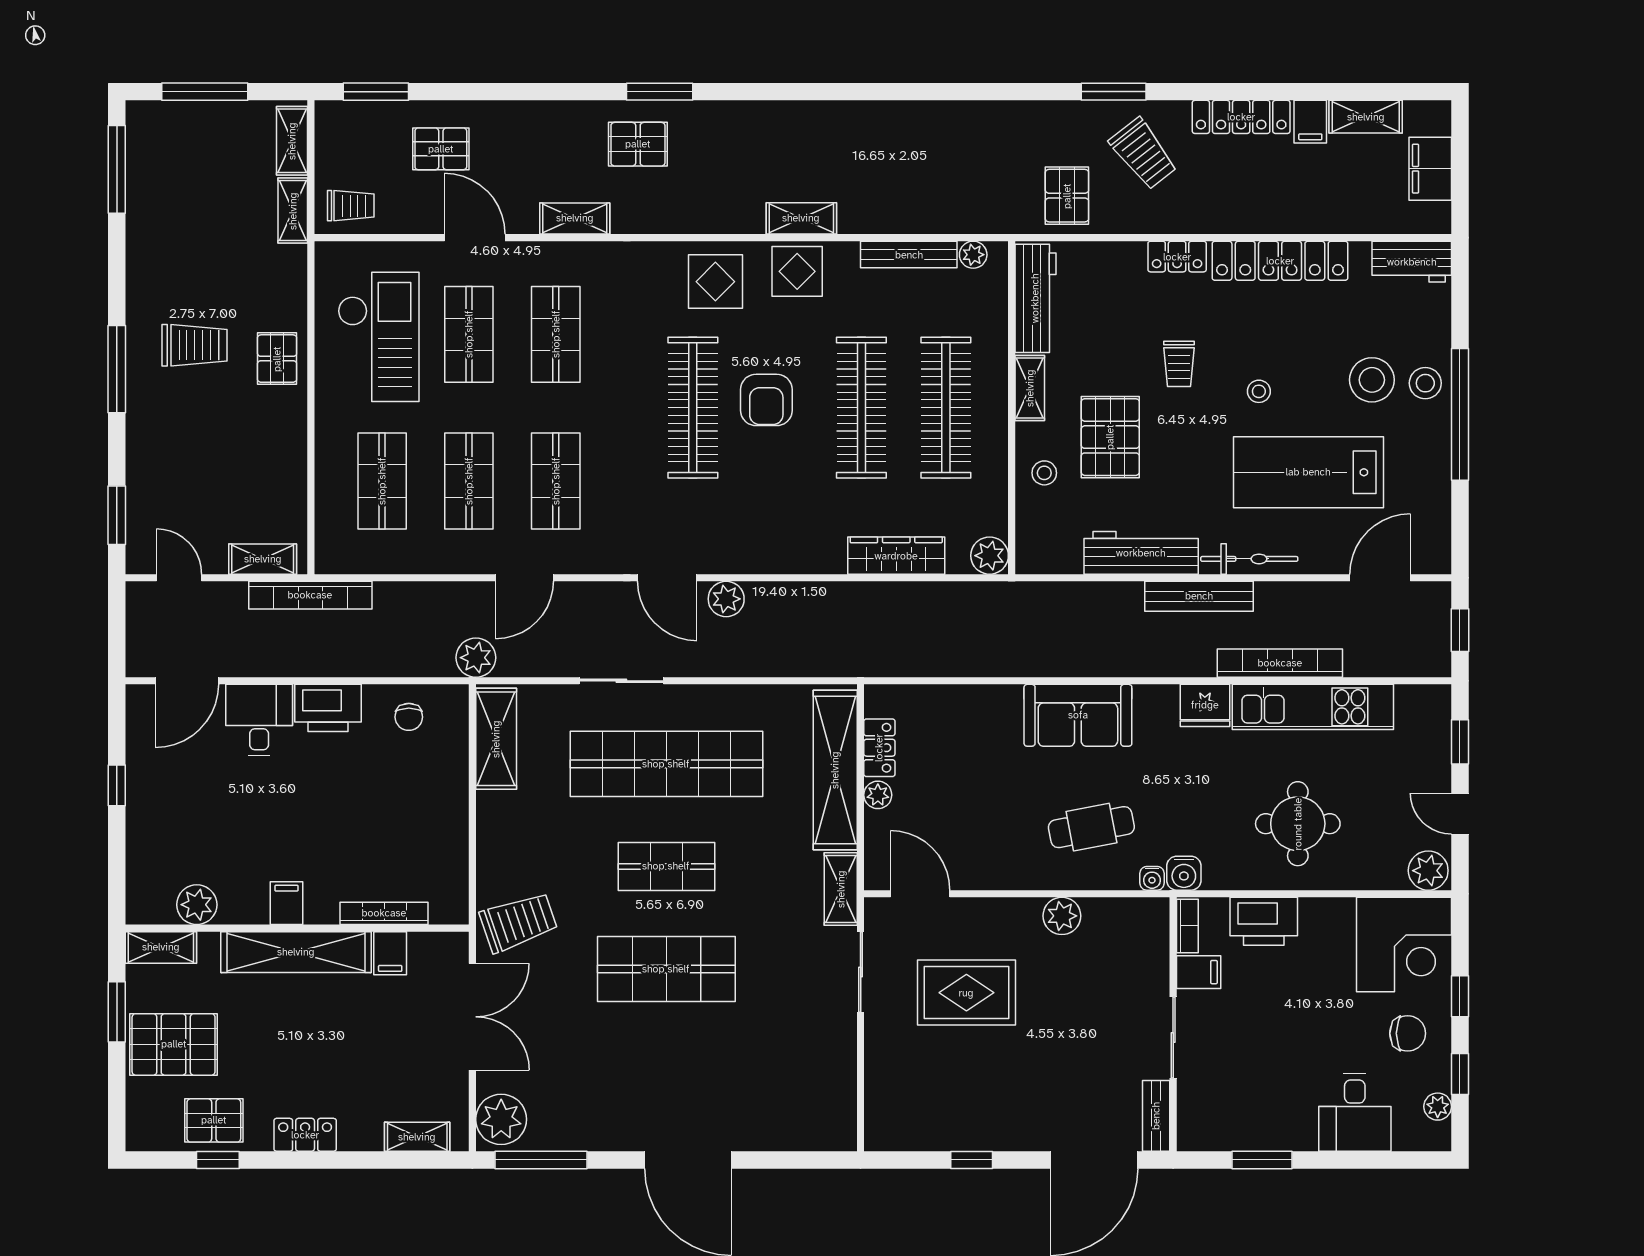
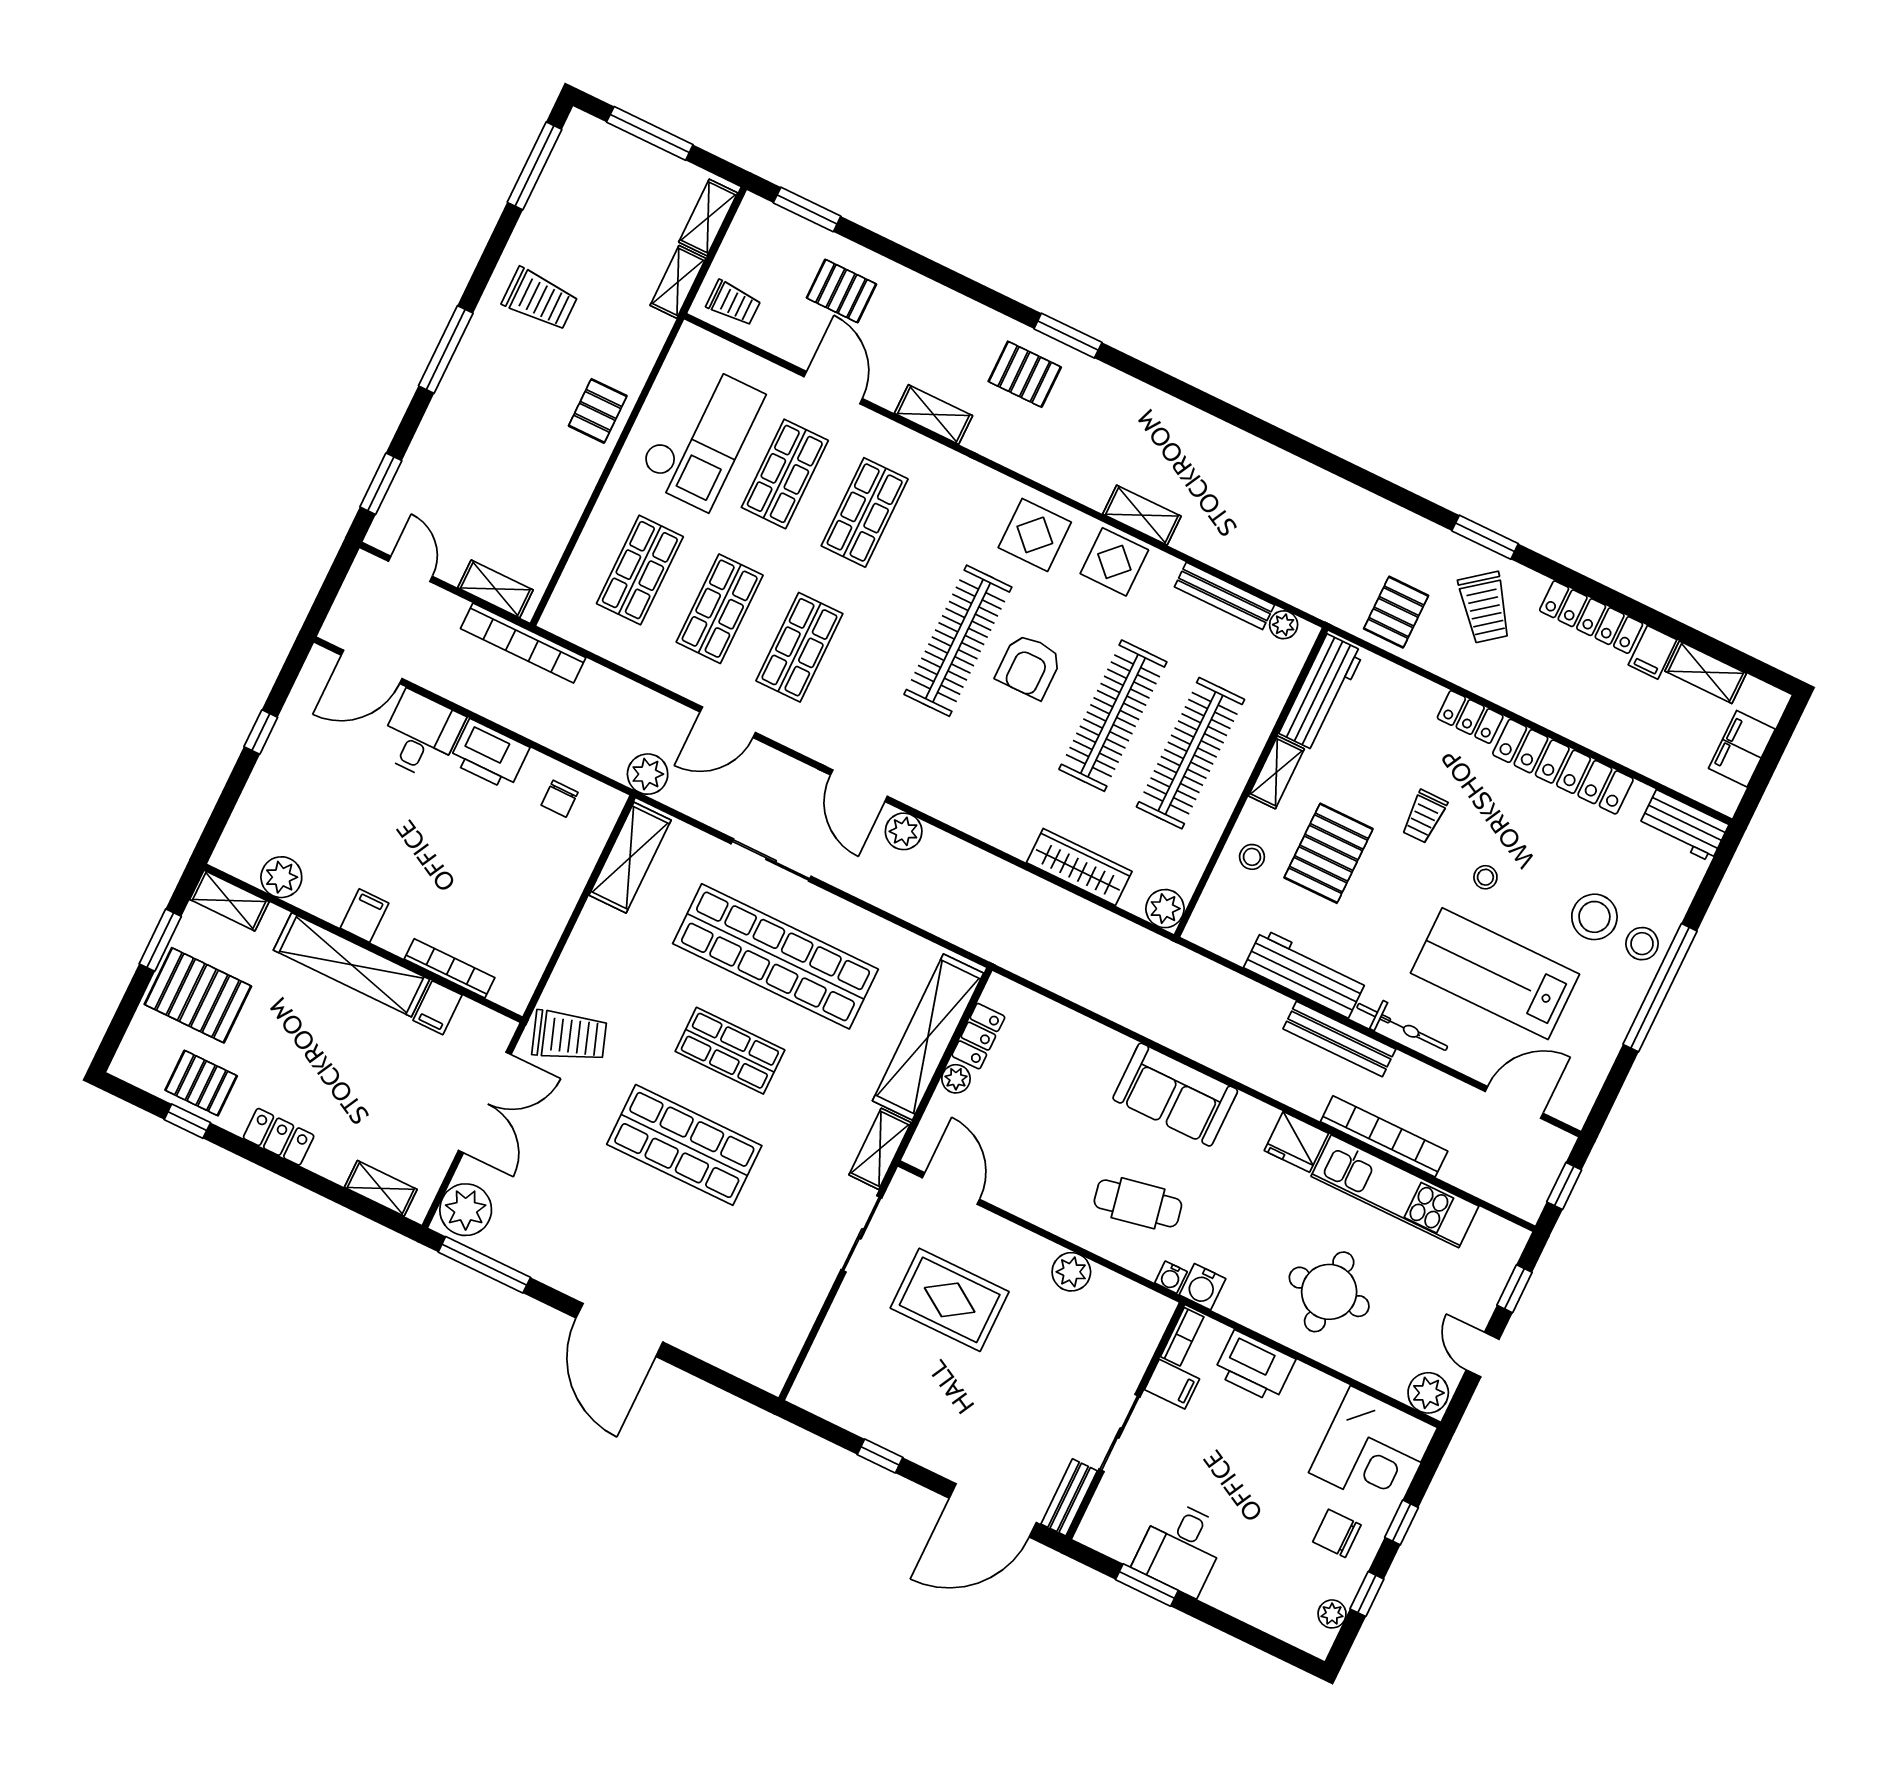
trolley: (194, 345) -> (540, 299), moved
chair: (1408, 1033) -> (1337, 1533), turned 180
desk: (1355, 1113) -> (1181, 1548), moved

